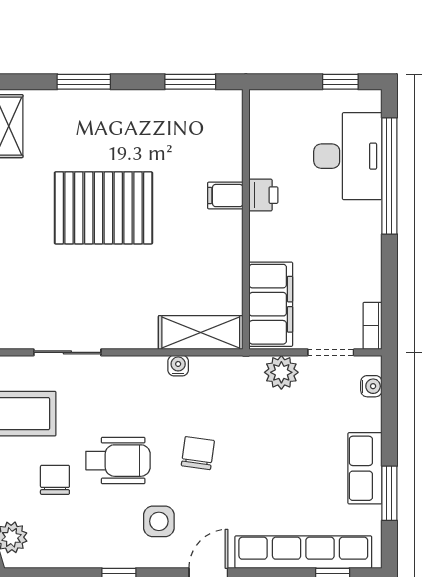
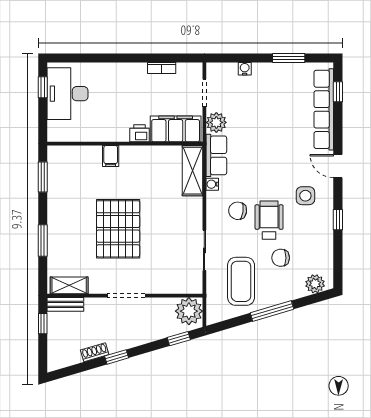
desk: (348, 156) -> (67, 94), moved, turned -90
window: (389, 176) -> (99, 58), removed
printer: (263, 195) -> (139, 133), moved
bookcase: (373, 326) -> (162, 68), moved
water cooler: (371, 386) -> (245, 69), moved
chair: (198, 453) -> (238, 211), moved
row of seats: (365, 468) -> (216, 155), moved, turned -90

